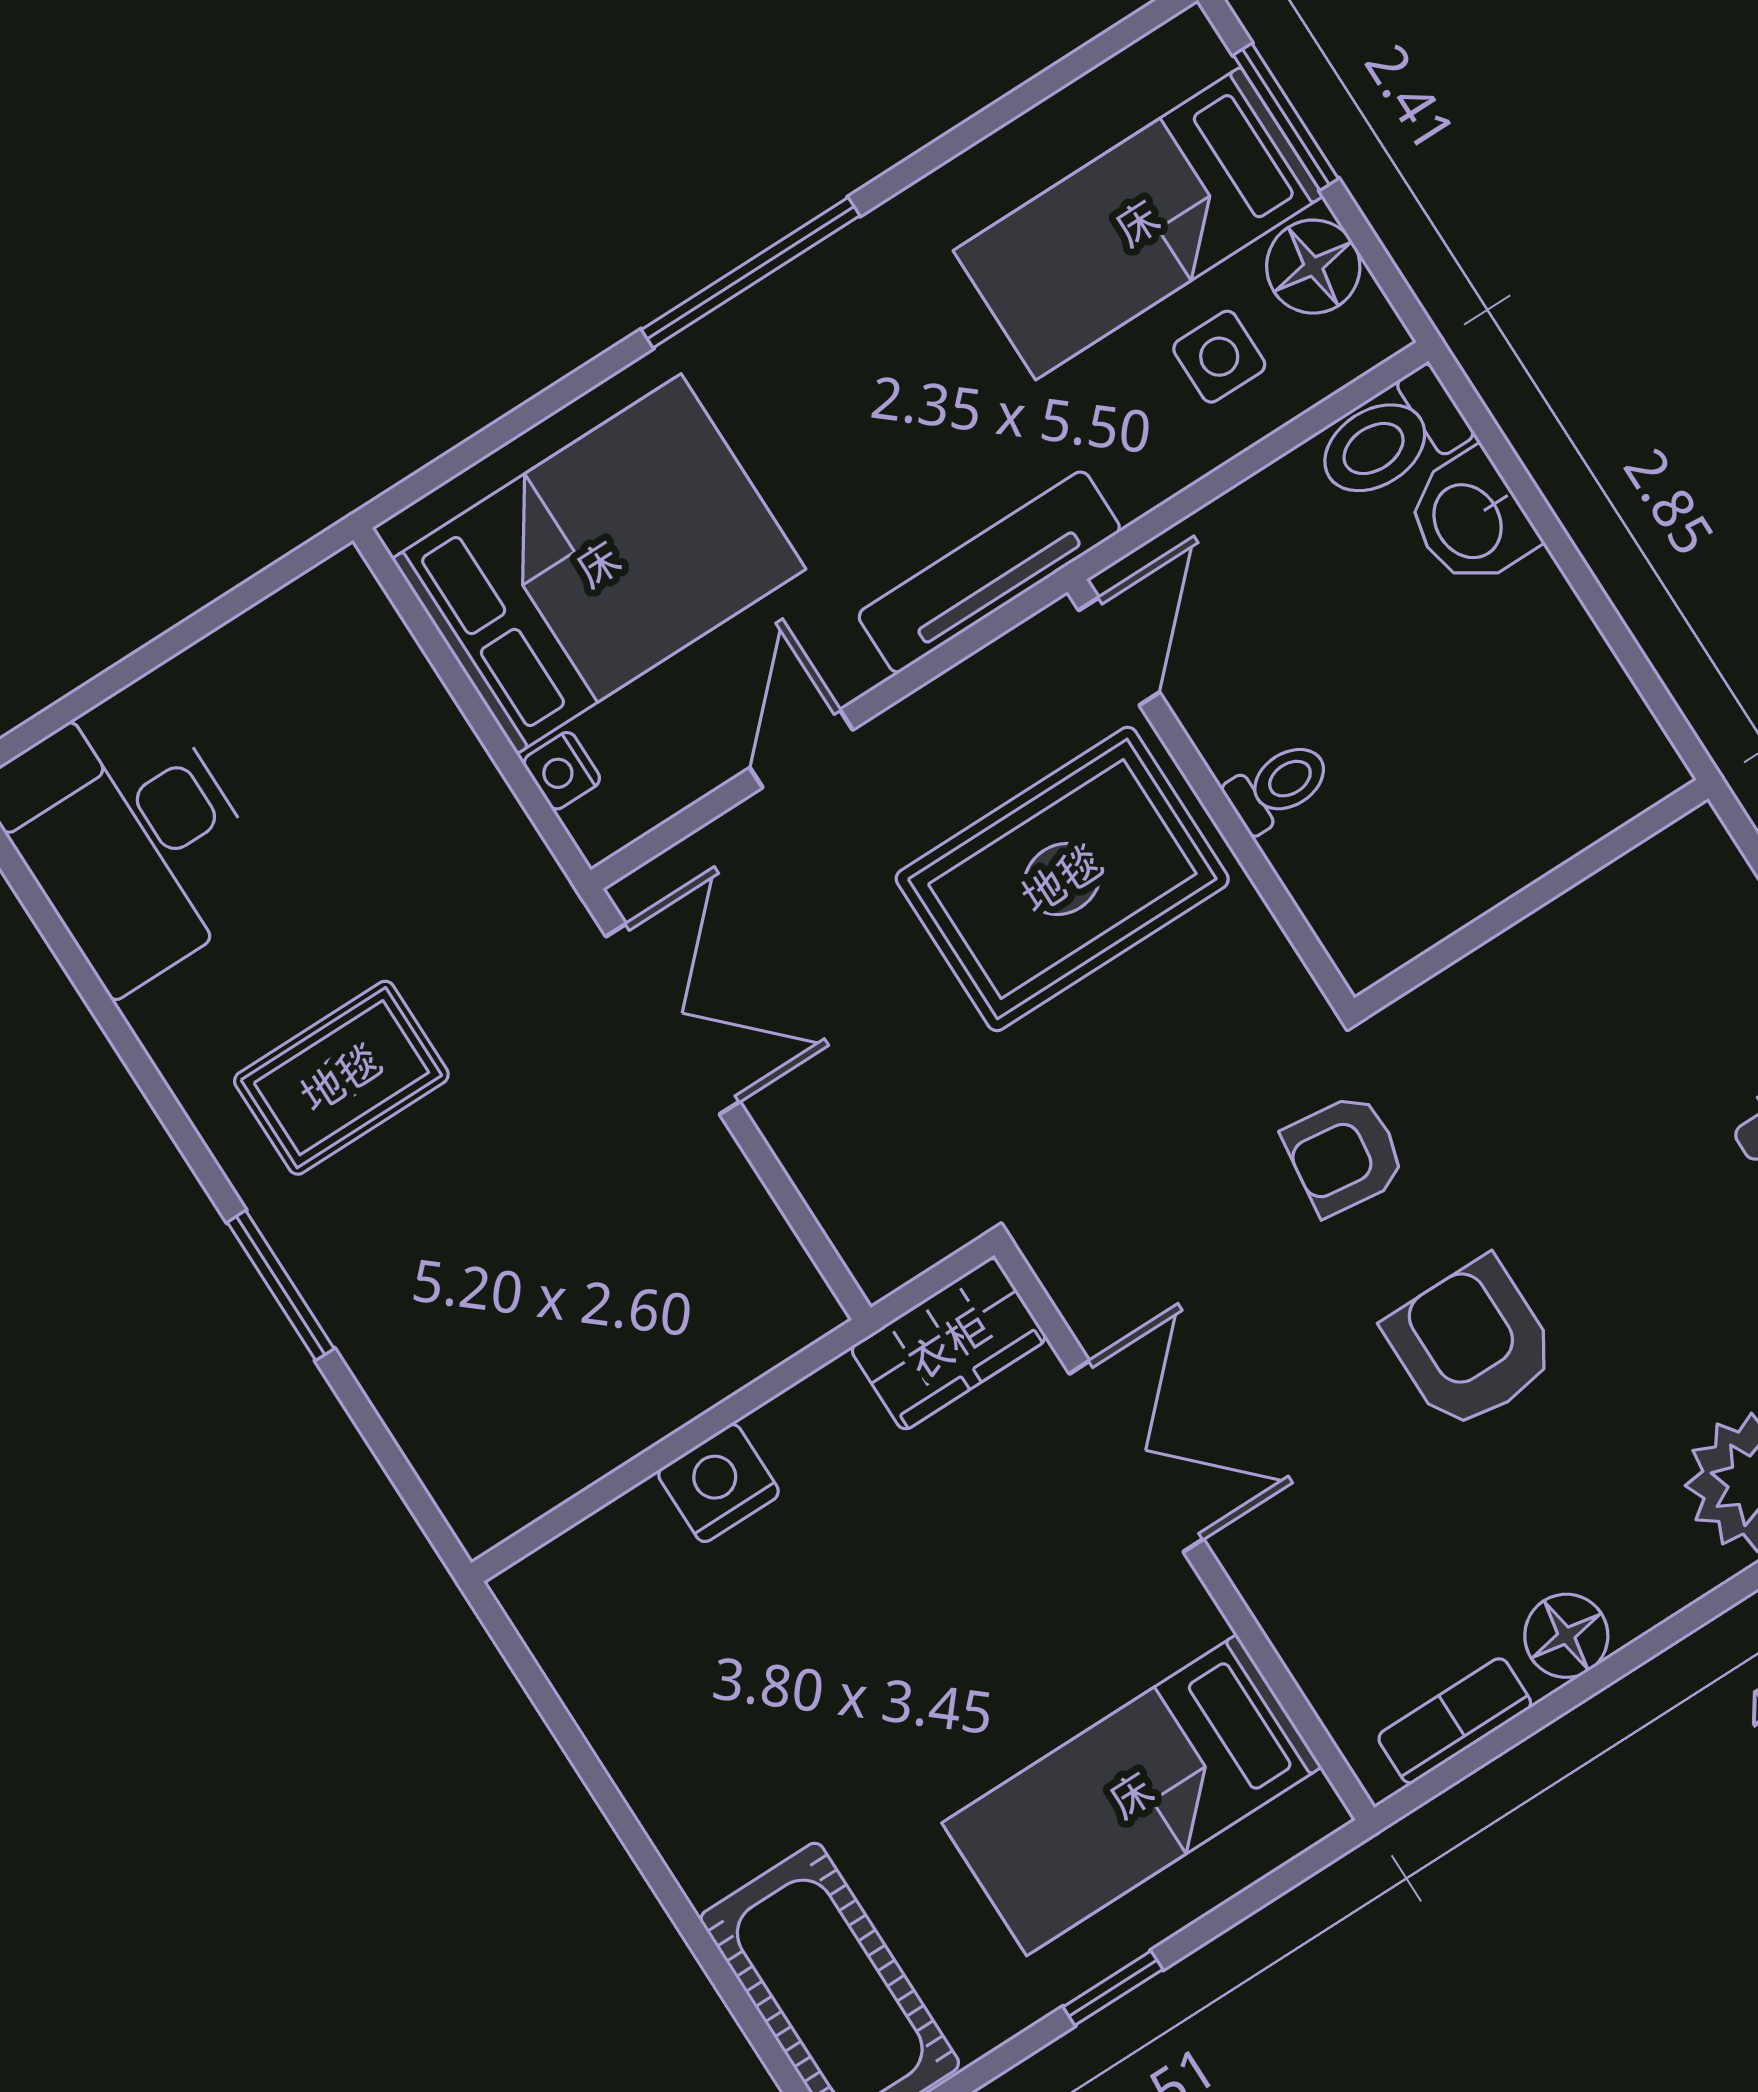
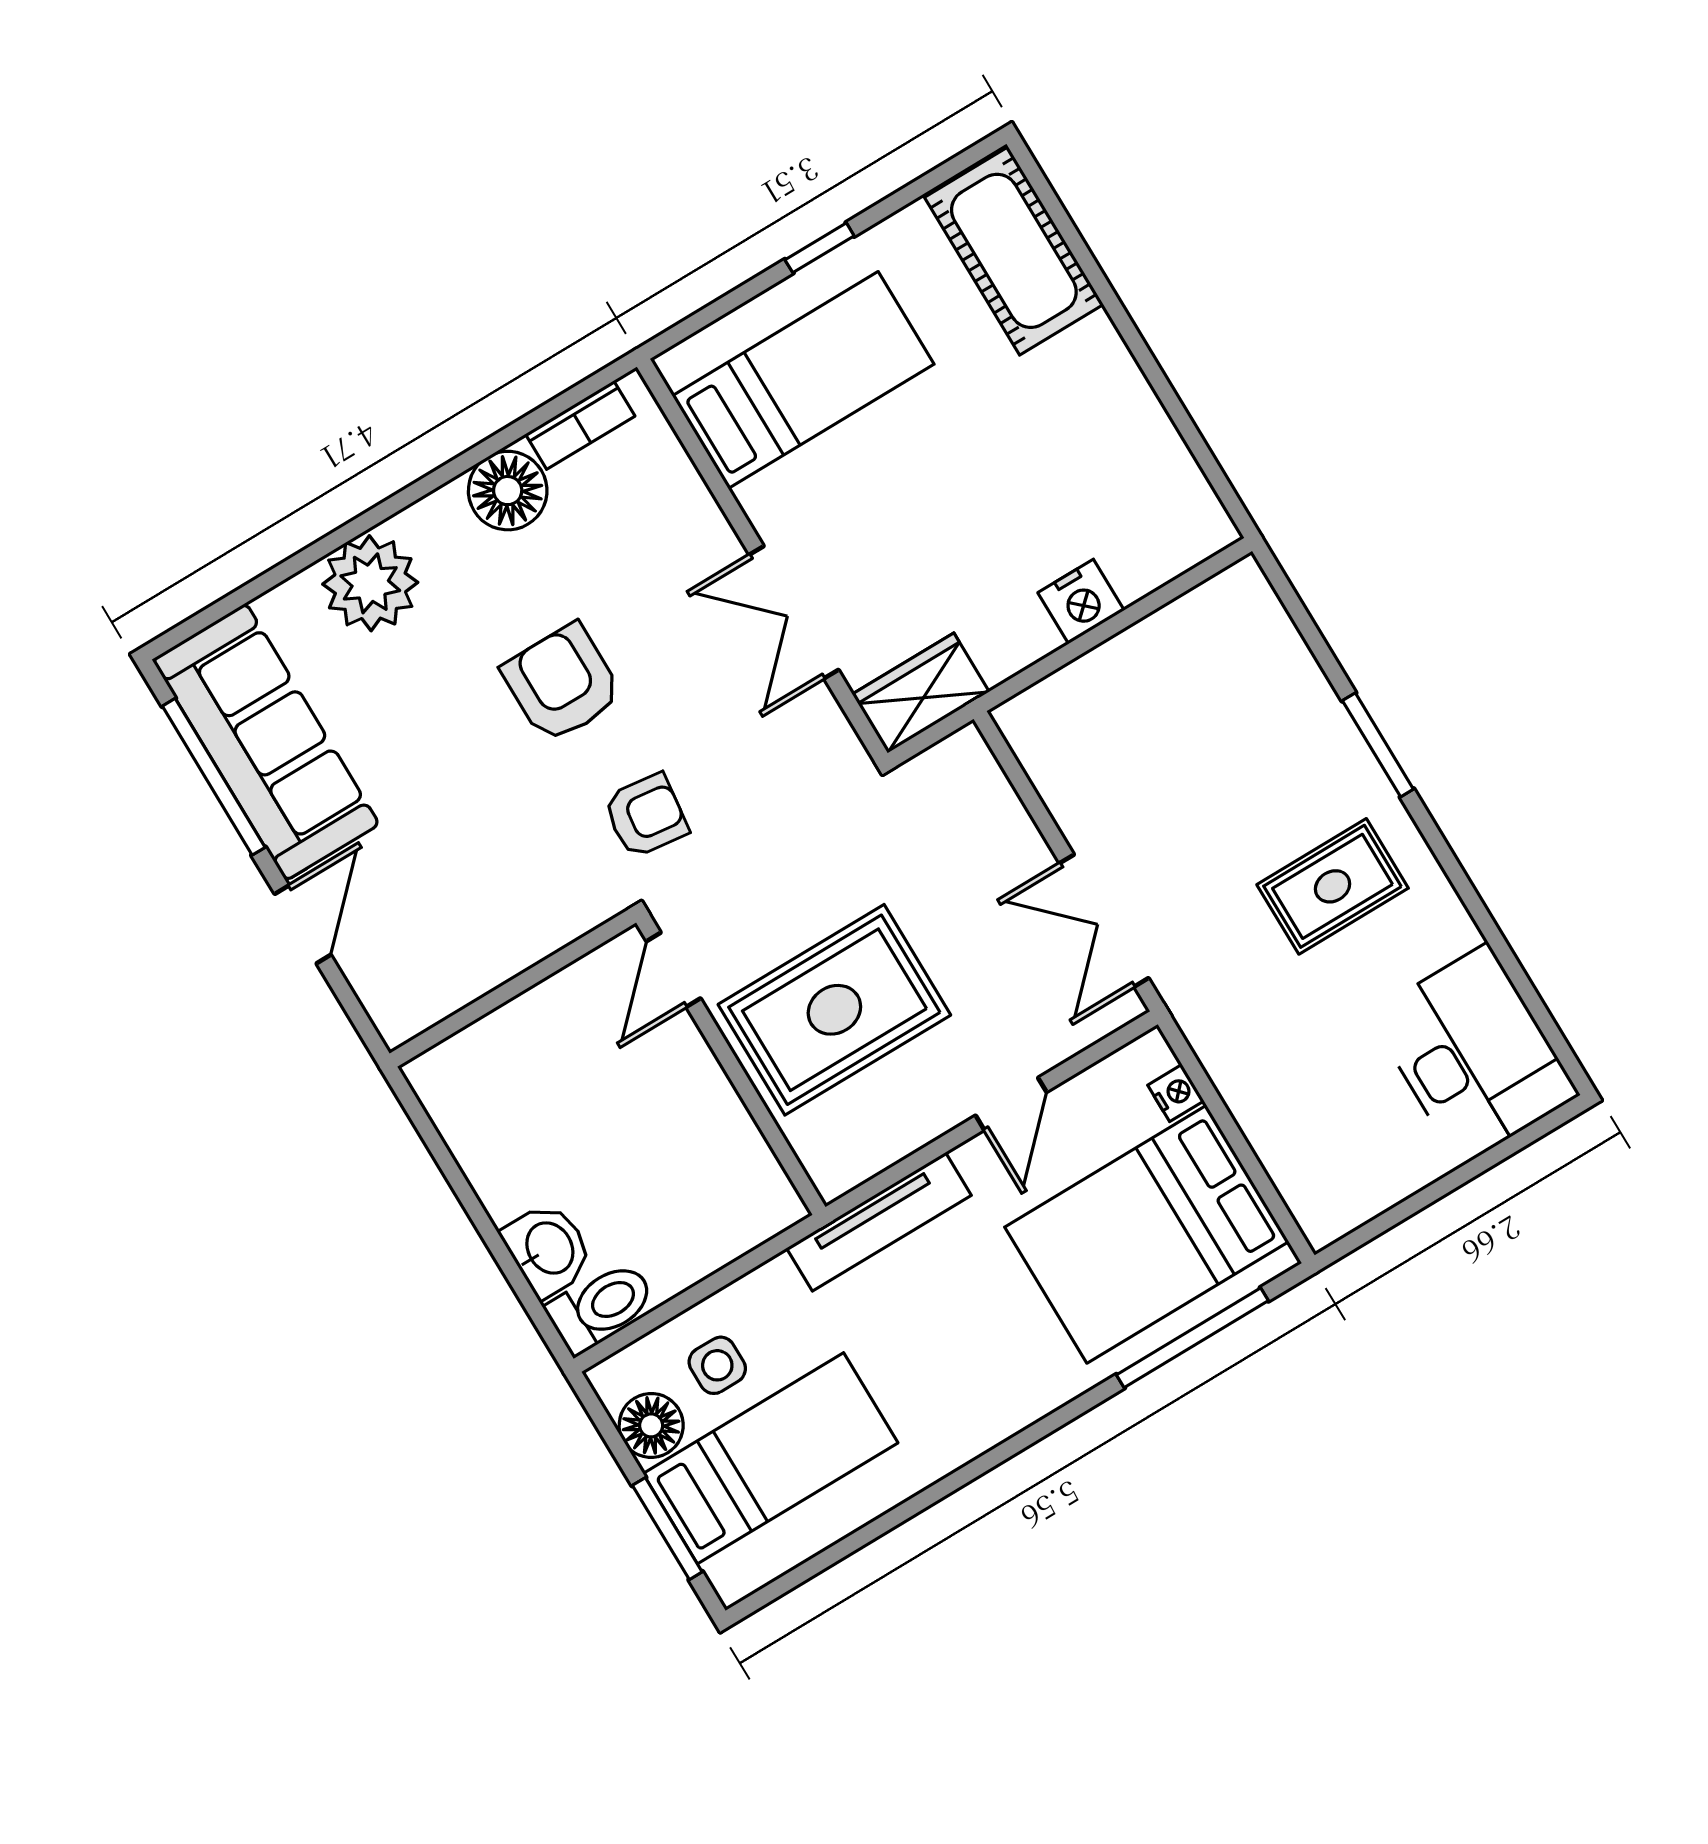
window: (751, 273) -> (1192, 1338), moved
door: (1119, 651) -> (673, 970), moved
toilet: (1278, 786) -> (685, 1070), removed
armchair: (1471, 1344) -> (562, 683), turned 180
floor lamp: (1566, 1636) -> (508, 491), width x1.38, depth x1.38

